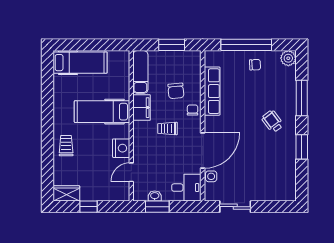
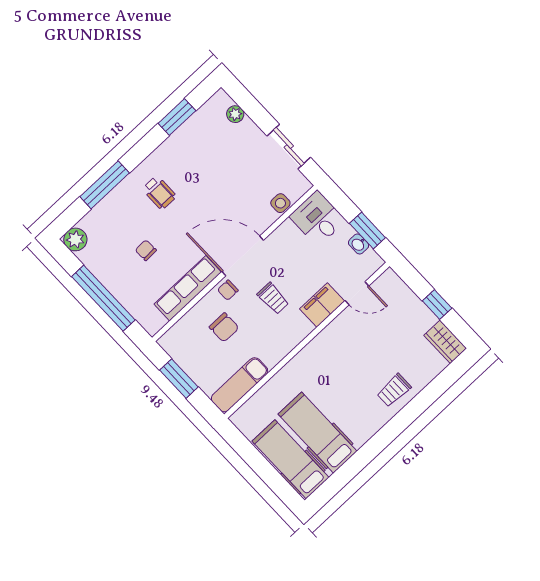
chair: (255, 65) -> (146, 250), moved
chair: (176, 91) -> (224, 327), turned 95
filing cabinet: (142, 108) -> (322, 305), moved
hospital bed: (102, 112) -> (318, 433), moved, turned 180
wheelchair: (272, 121) -> (159, 193), turned -53
window: (302, 147) -> (177, 117), moved
nightstand: (121, 148) -> (341, 329), removed
door: (203, 150) -> (243, 256), moved
plant: (276, 195) -> (235, 114), added

